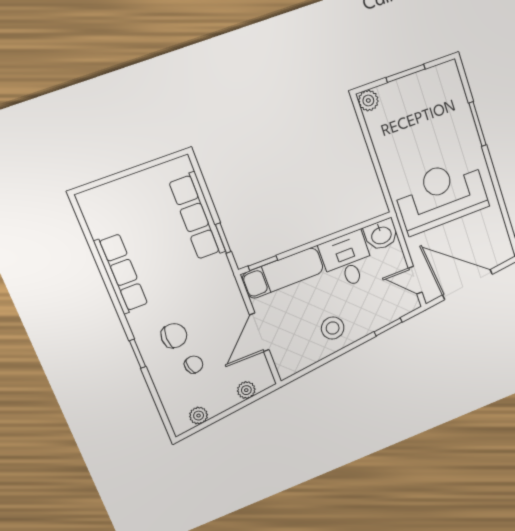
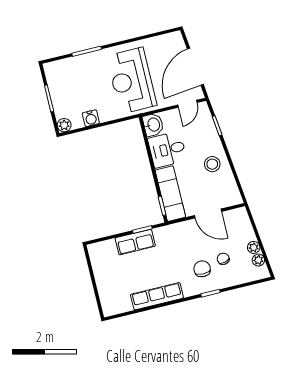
water cooler: (382, 140) -> (91, 118), added
row of seats: (197, 216) -> (135, 242), width x0.68
plant: (246, 390) -> (254, 247), moved

